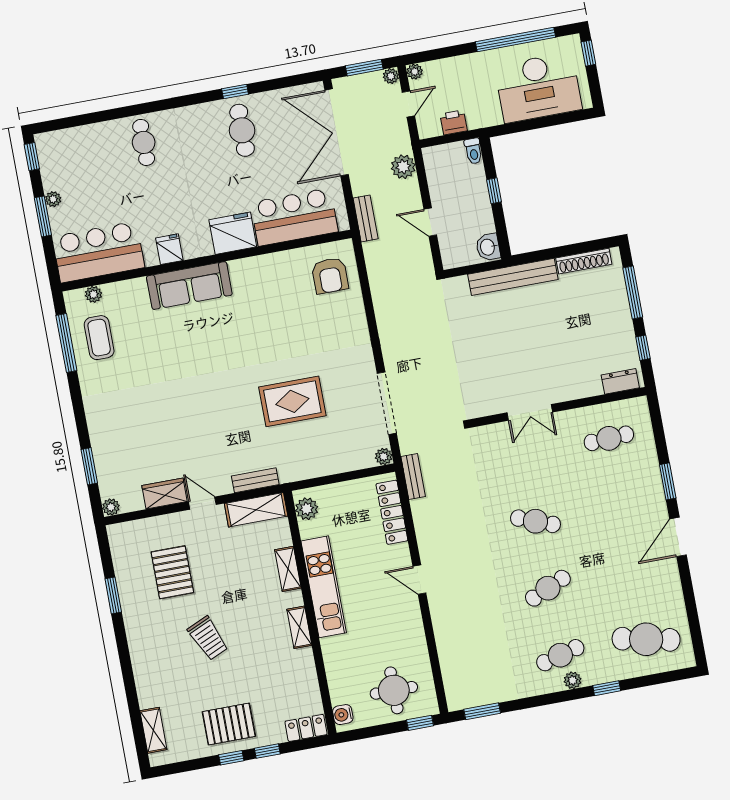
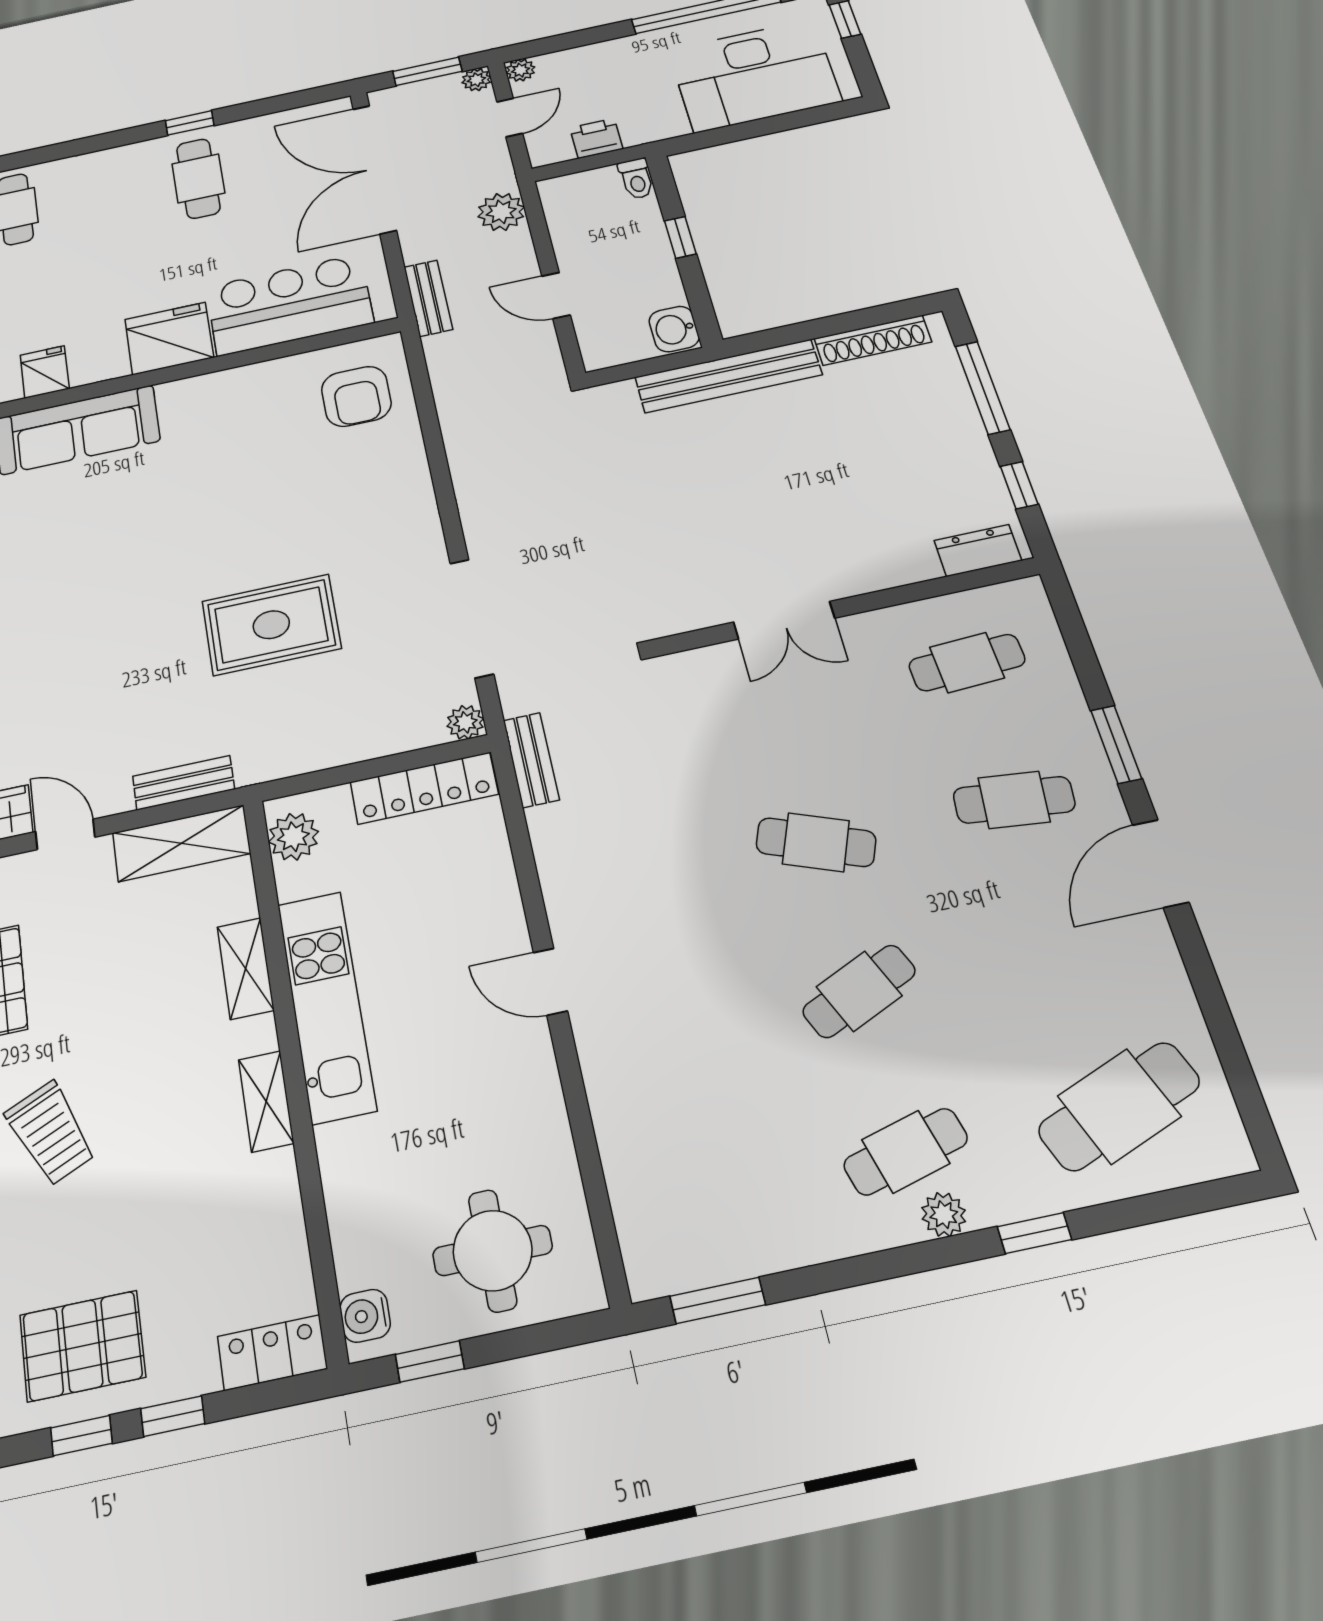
cafe table: (621, 505) -> (1014, 800), added
locker: (392, 512) -> (424, 788), moved, turned -90
cafe table: (646, 639) -> (1119, 1106), turned -33
window: (420, 723) -> (430, 1362), moved

